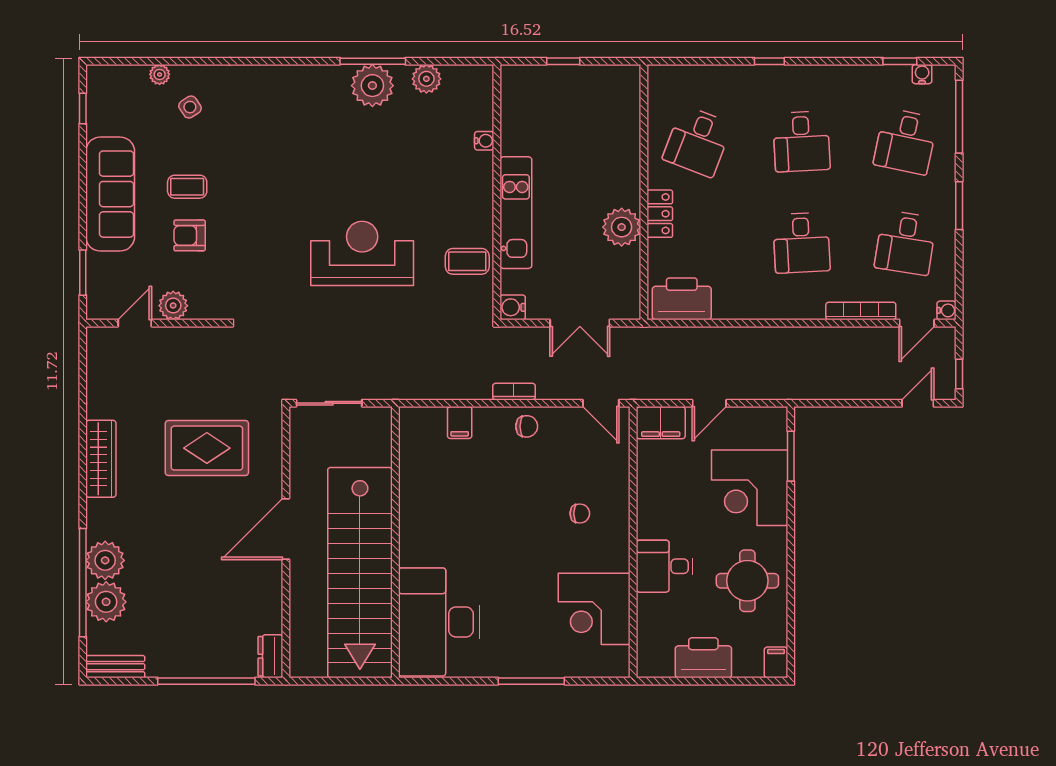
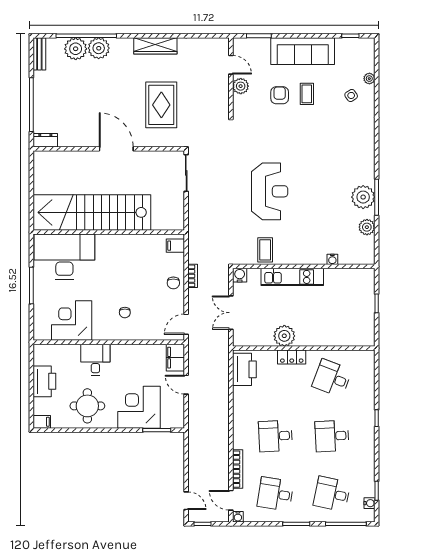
wall: (395, 542) -> (109, 232), moved
stairs: (360, 573) -> (92, 212), moved
desk: (439, 622) -> (64, 257), moved

